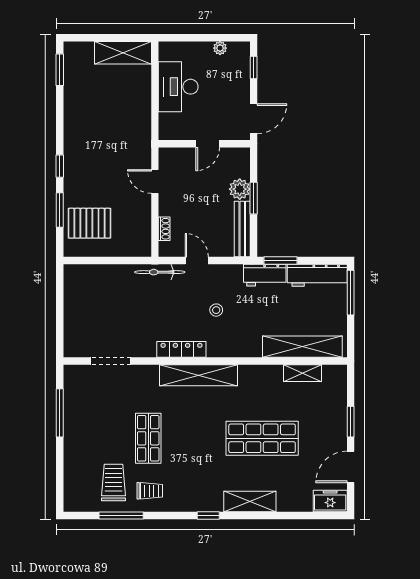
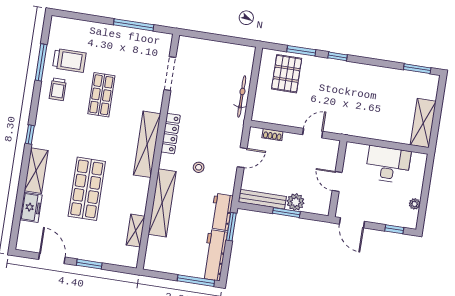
bicycle: (160, 272) -> (242, 96), moved
shelving: (302, 347) -> (162, 203), moved
shop shelf: (148, 438) -> (101, 95), turned 90
freezer: (330, 501) -> (31, 207), moved

